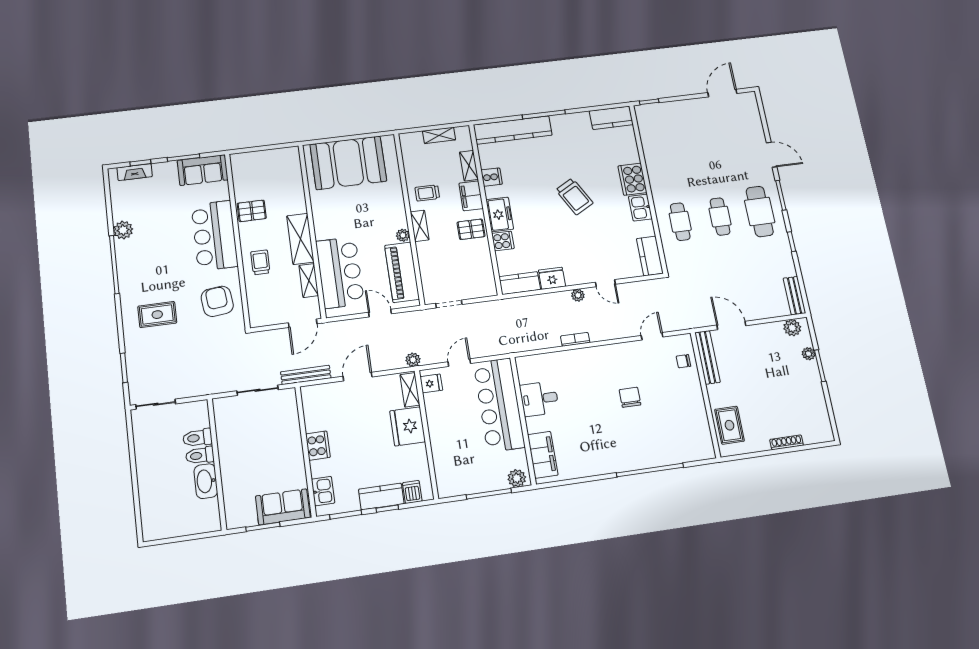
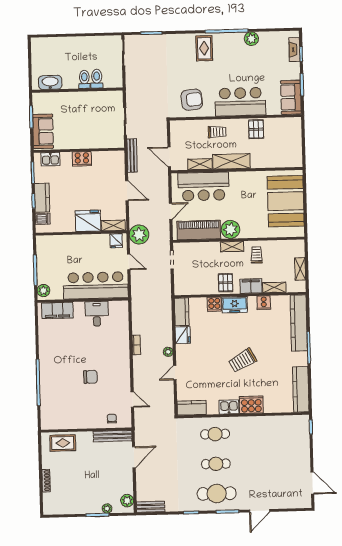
kitchen counter: (611, 118) -> (301, 389), width x1.50
plant: (403, 235) -> (230, 229), width x1.88, depth x1.88
rug: (157, 315) -> (204, 48), moved
plant: (413, 360) -> (139, 235), width x1.87, depth x1.87
washbasin: (206, 481) -> (50, 82), moved

